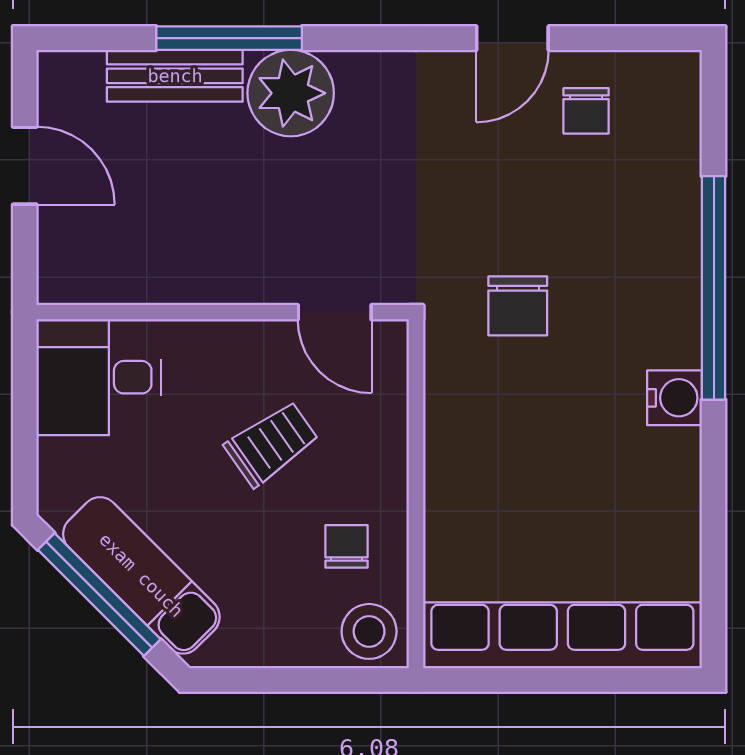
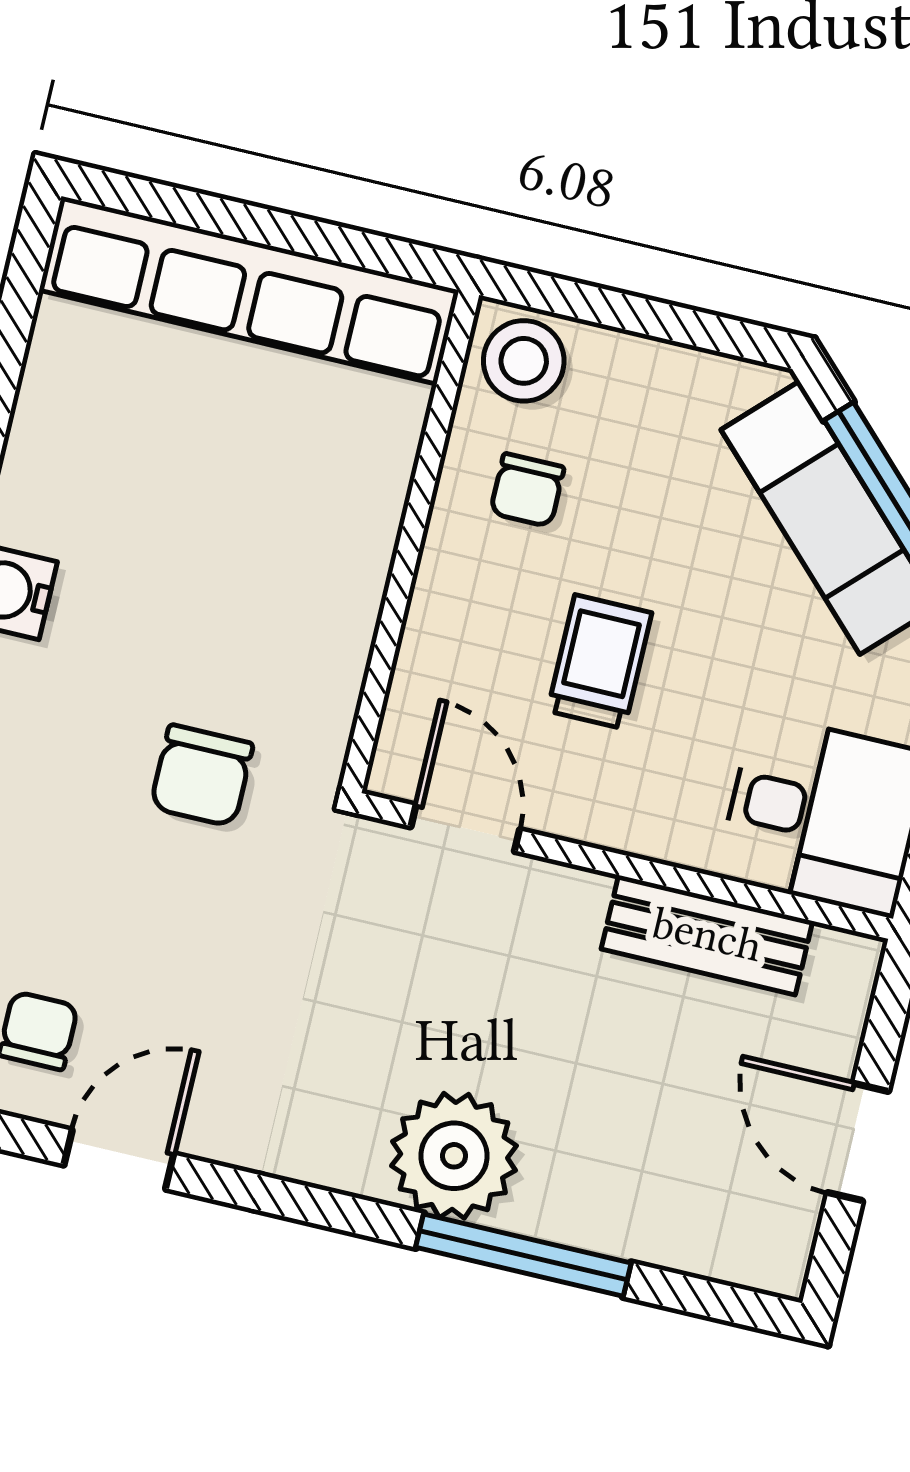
bench: (175, 76) -> (707, 935), moved
chair: (518, 306) -> (202, 776), turned 180
trolley: (272, 444) -> (600, 662), turned 125

